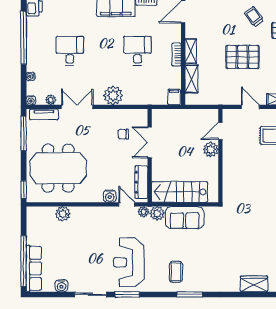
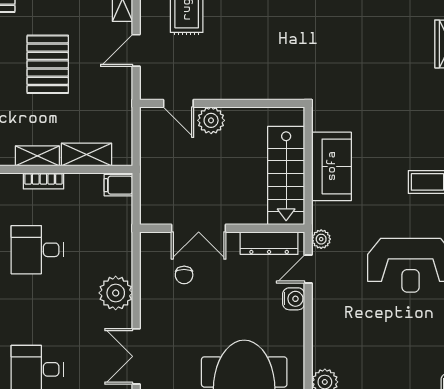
plant: (157, 214) -> (324, 215), removed

